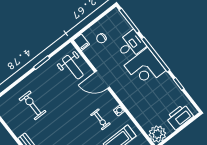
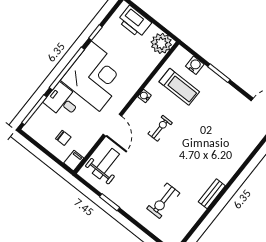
corner desk: (145, 68) -> (95, 76), width x1.36, depth x1.36
exercise bike: (100, 119) -> (160, 128), moved

